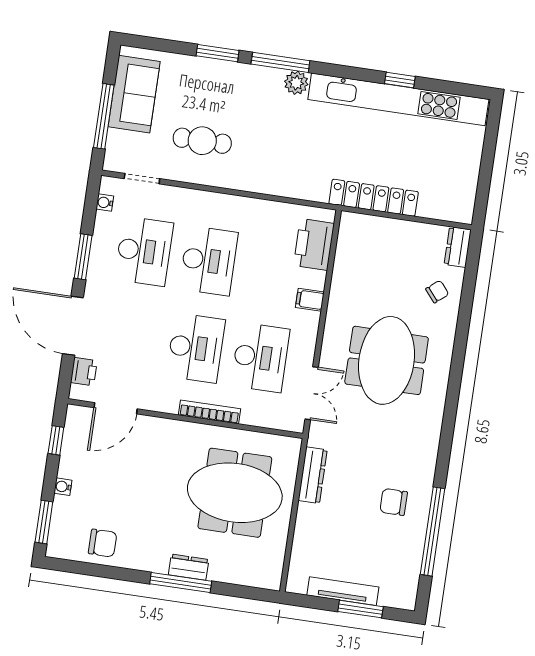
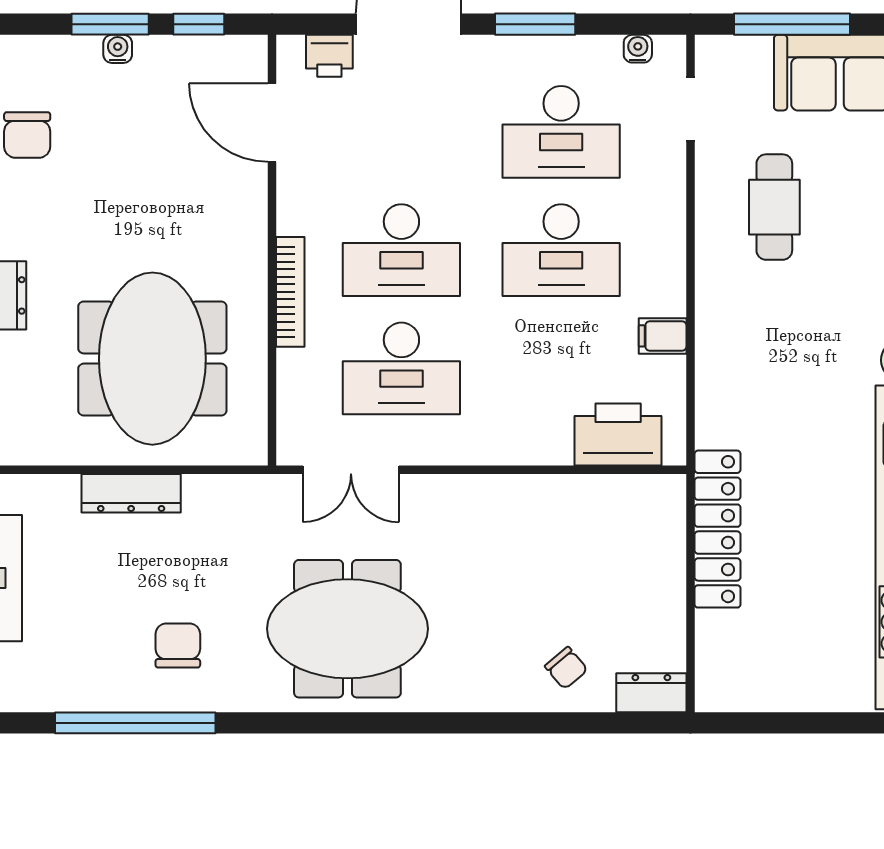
filing cabinet: (310, 300) -> (663, 336), moved, turned -90
meeting table: (387, 360) -> (347, 629), moved
dresser: (313, 475) -> (131, 493), moved
window: (44, 522) -> (110, 24), moved

